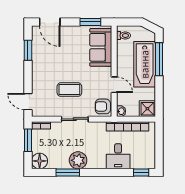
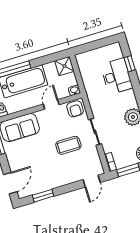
coffee table: (69, 90) -> (68, 145), turned 90
bookcase: (128, 126) -> (87, 80), removed
desk: (118, 156) -> (116, 76), width x1.37
window: (141, 173) -> (130, 64), moved

